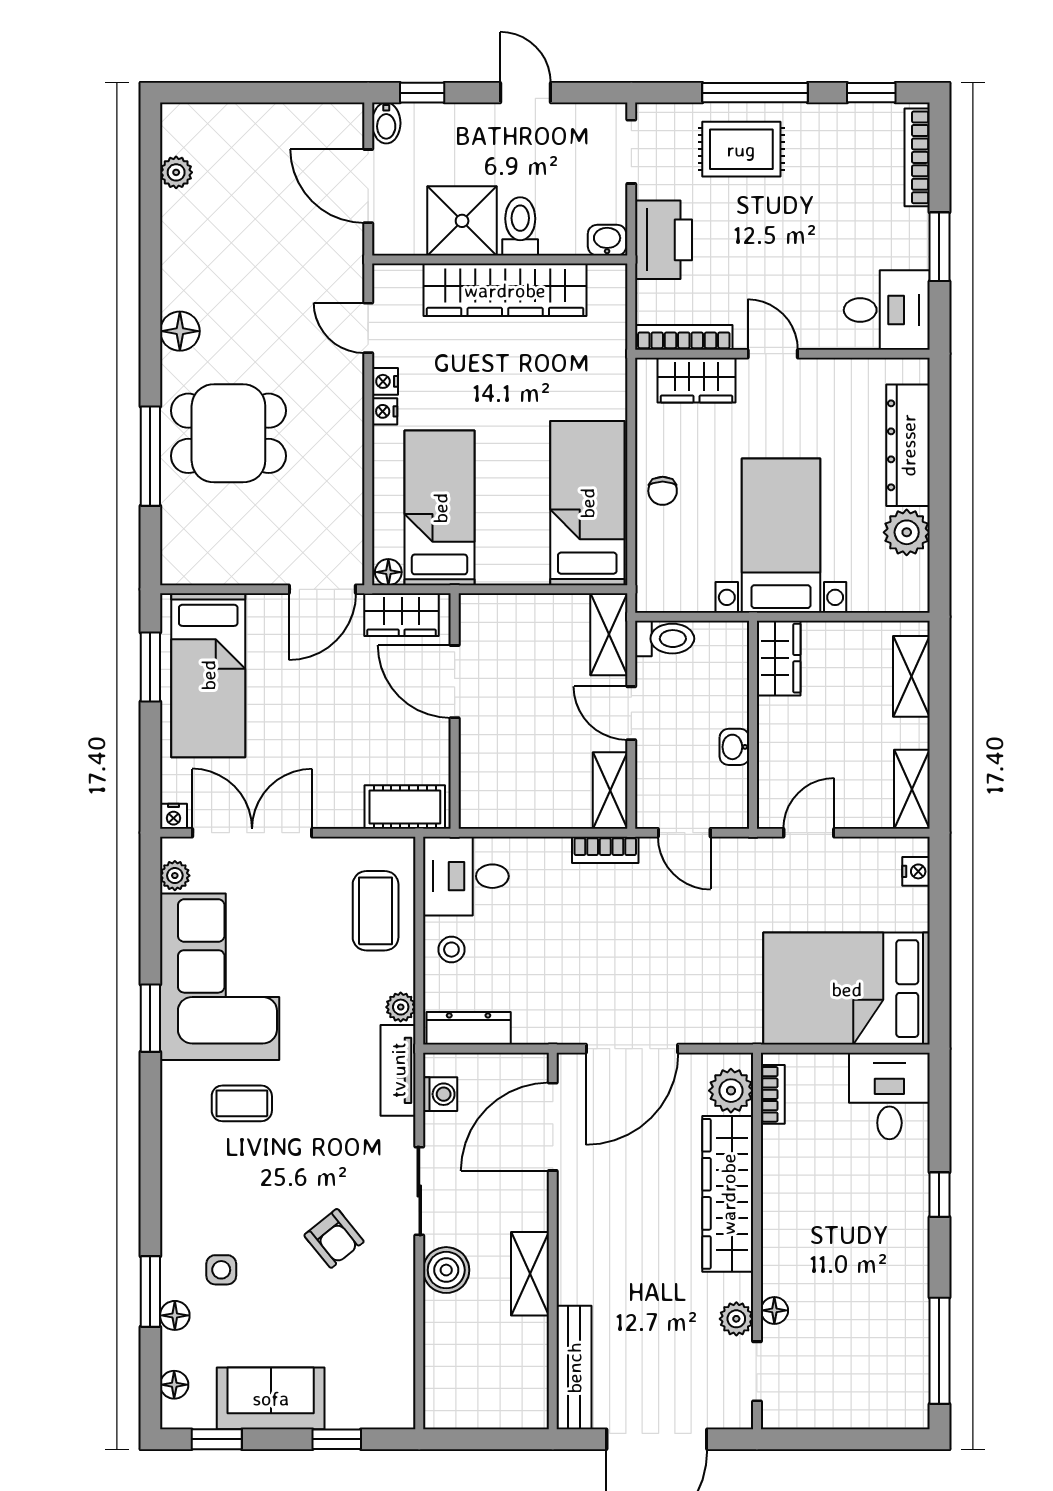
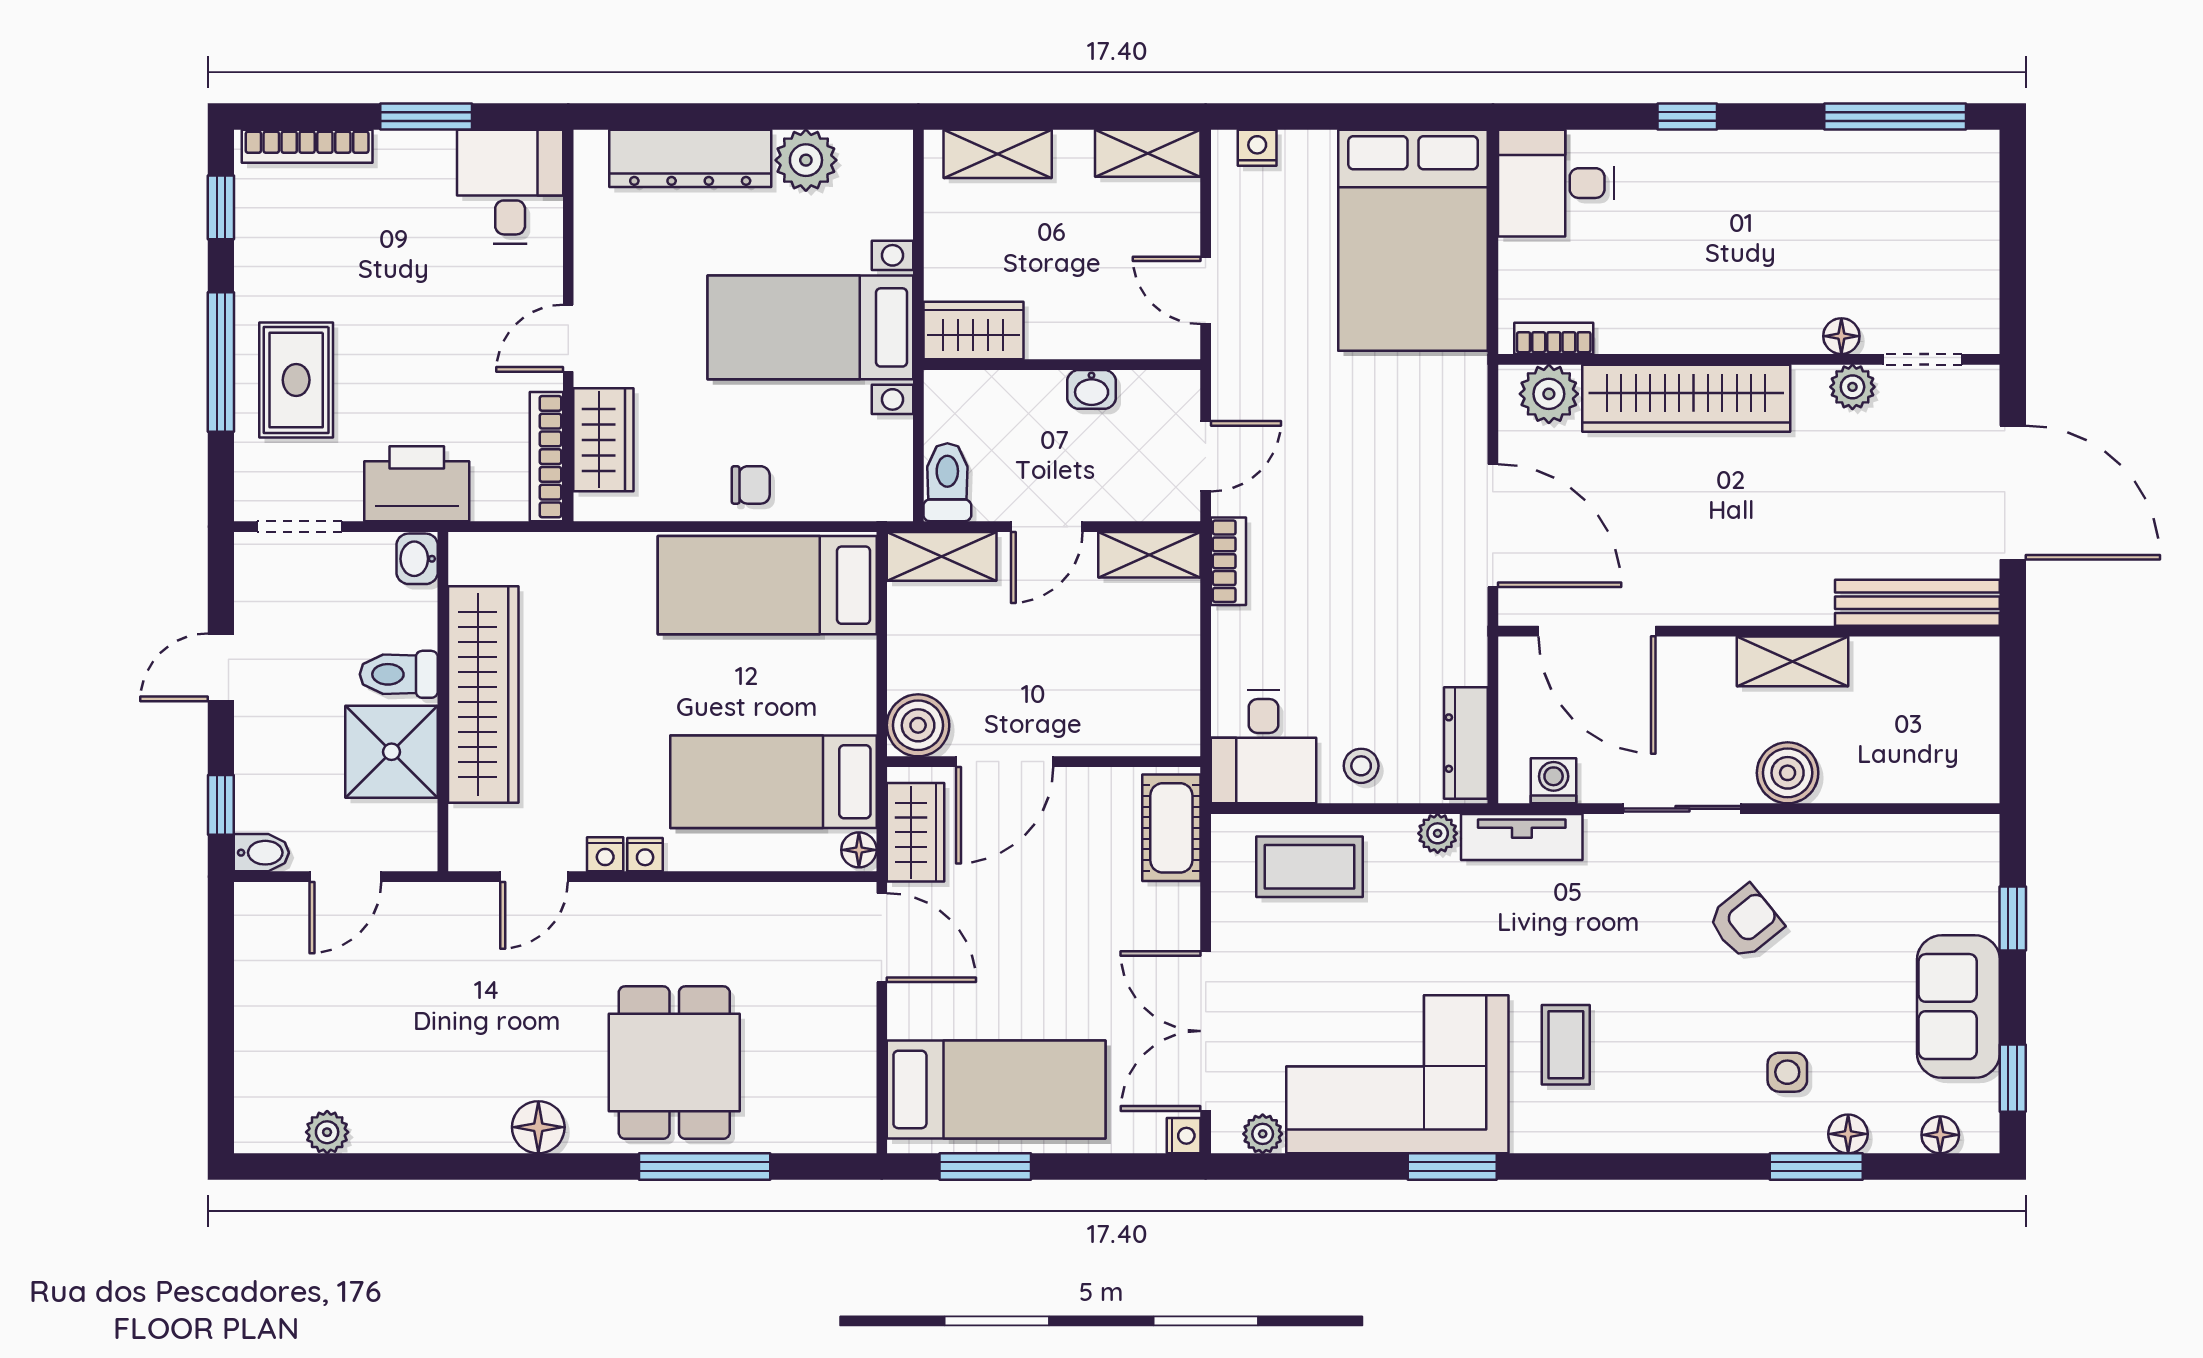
door: (368, 186) -> (345, 877), width x0.73
boiler: (482, 617) -> (918, 725), added

